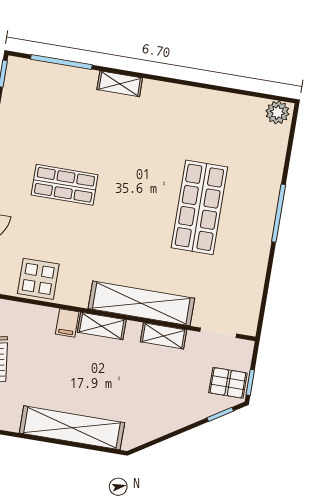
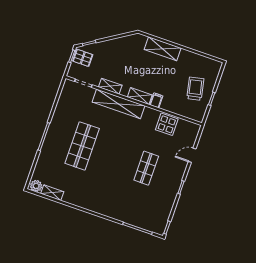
shelving: (120, 84) -> (52, 193), moved
shop shelf: (65, 185) -> (146, 168), turned 90
shelving: (72, 428) -> (163, 49), width x0.68

